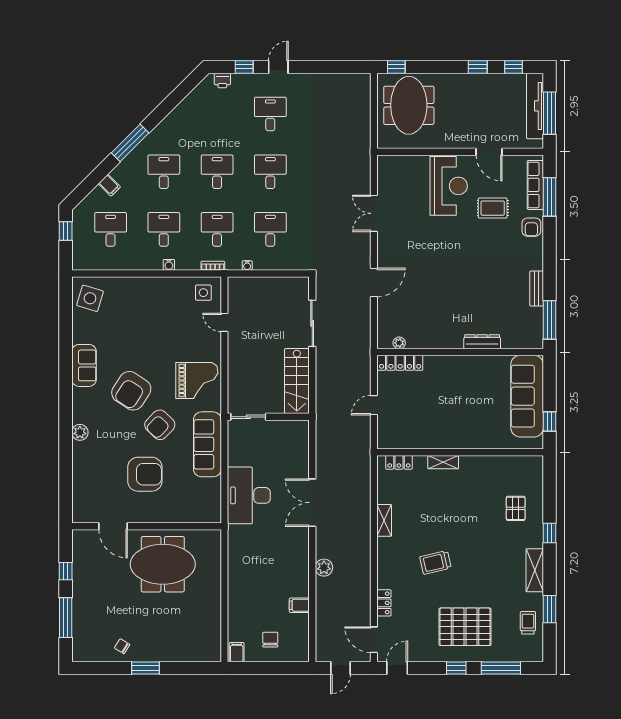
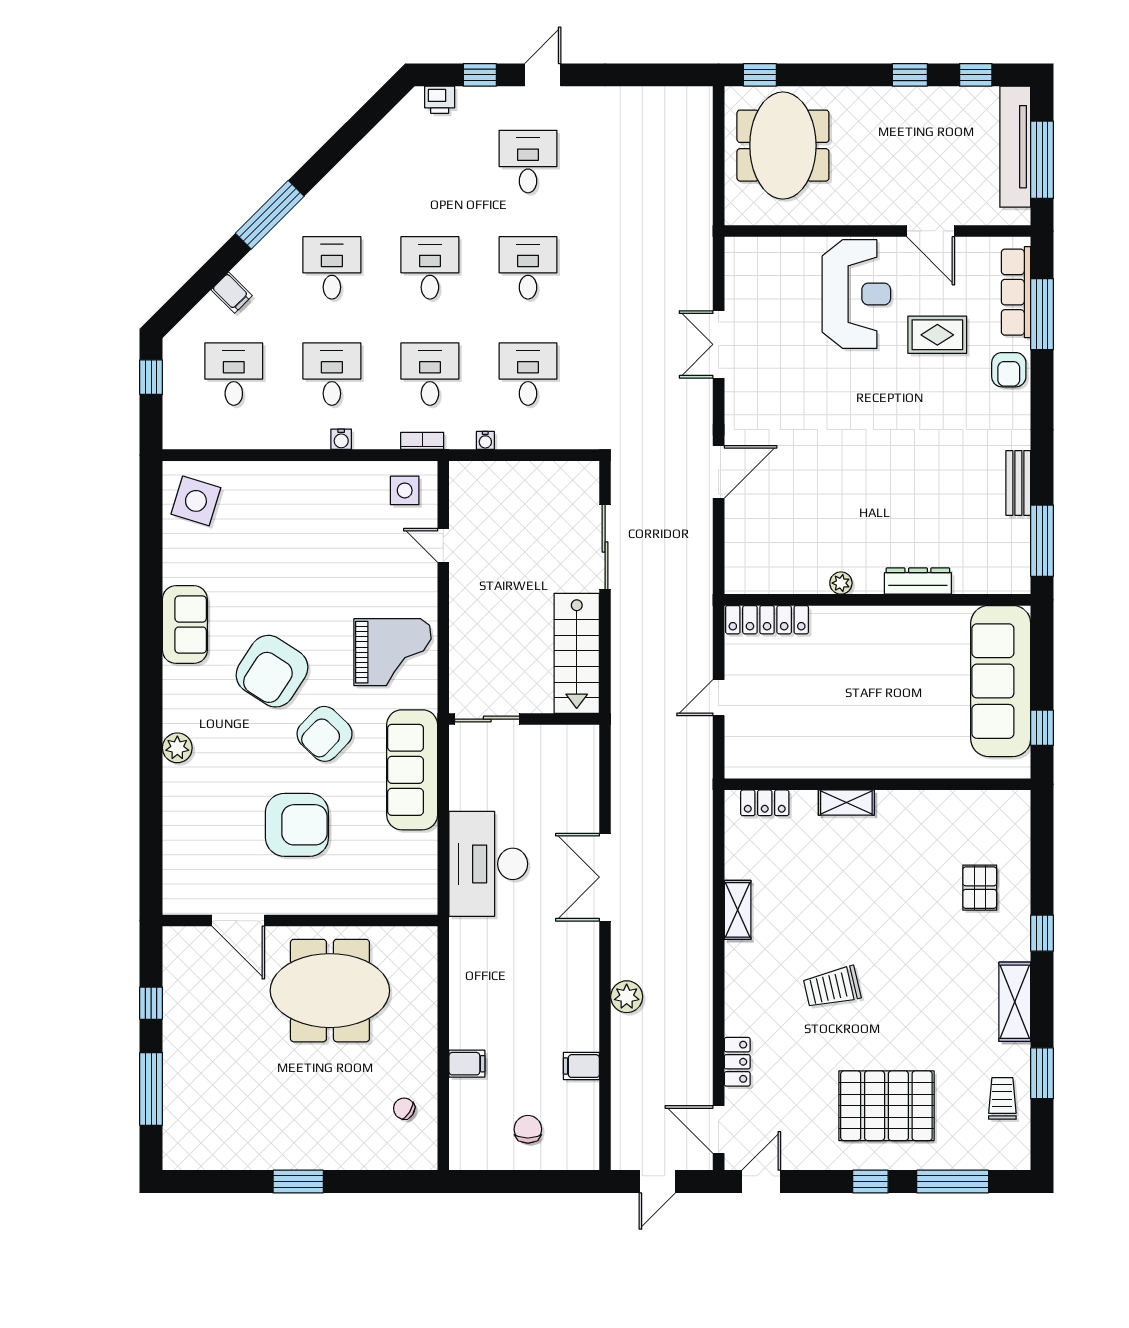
plant: (399, 343) -> (841, 583), moved
chair: (122, 646) -> (404, 1109), moved
filing cabinet: (237, 652) -> (467, 1064), moved, turned 90

